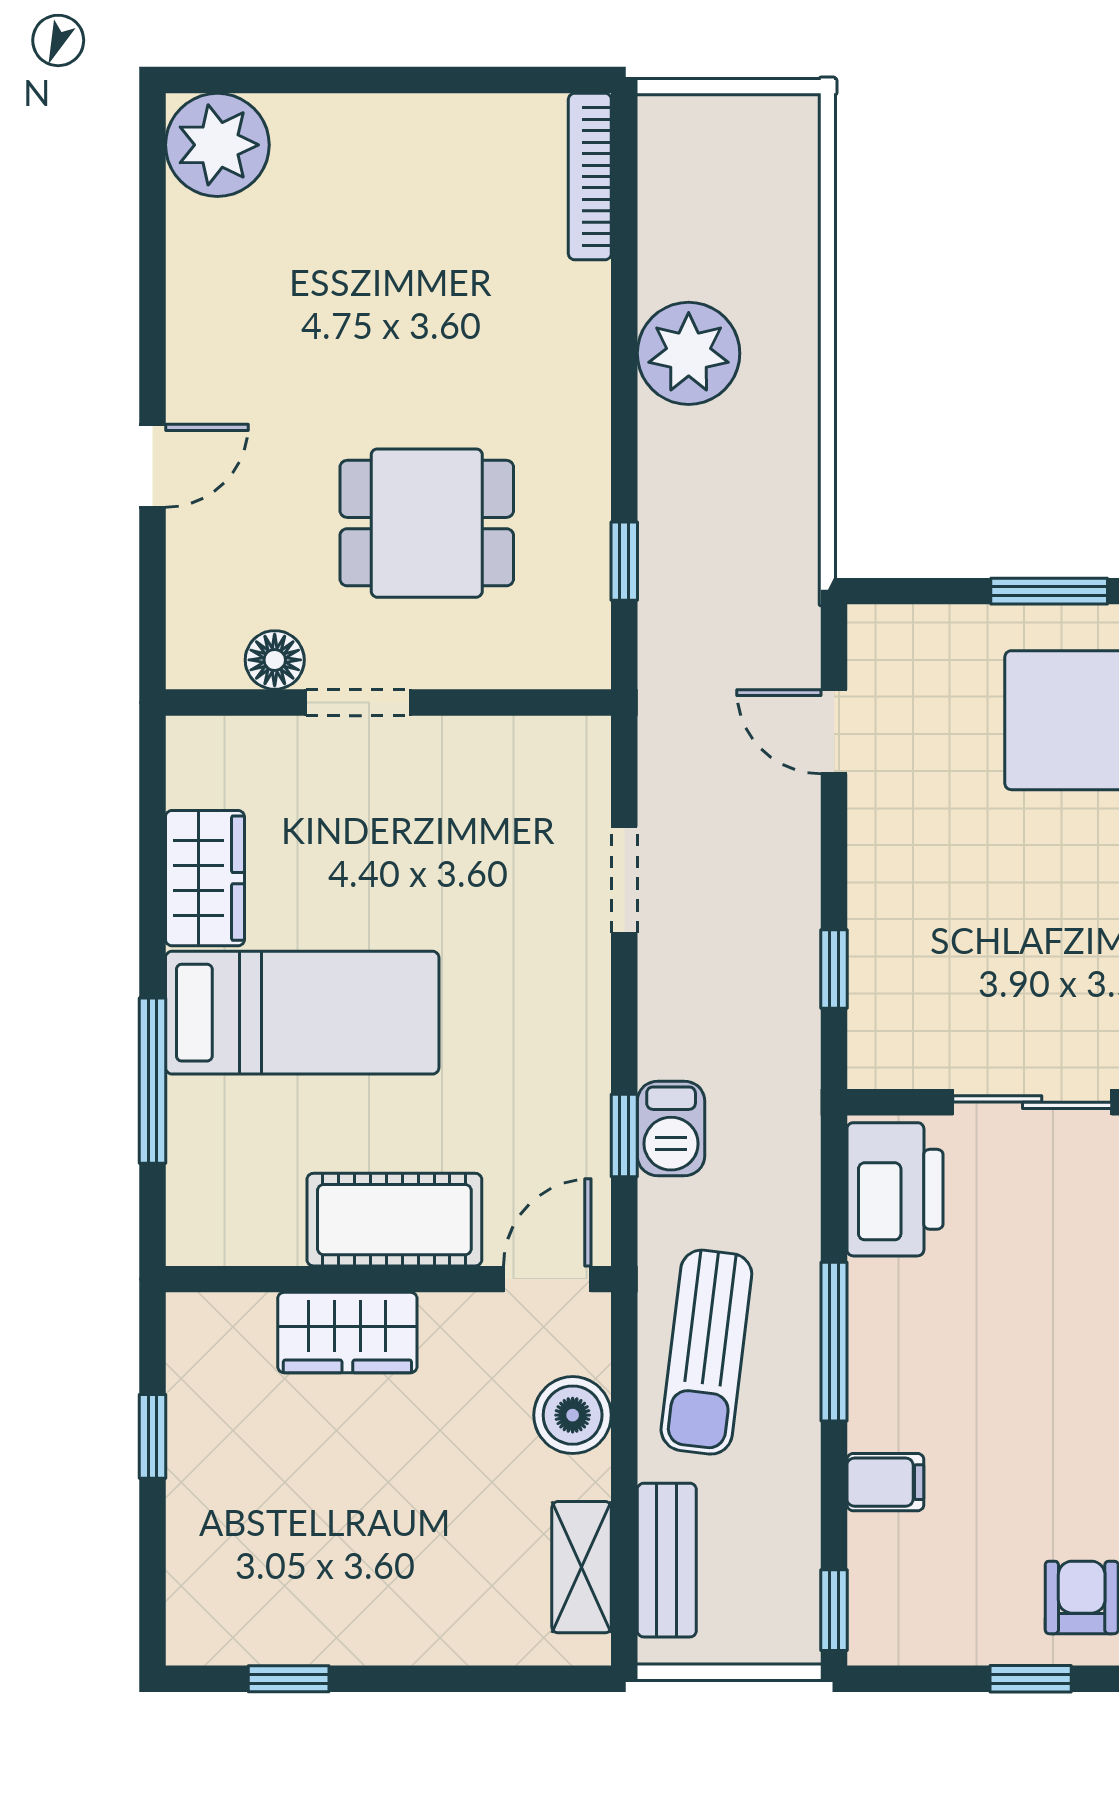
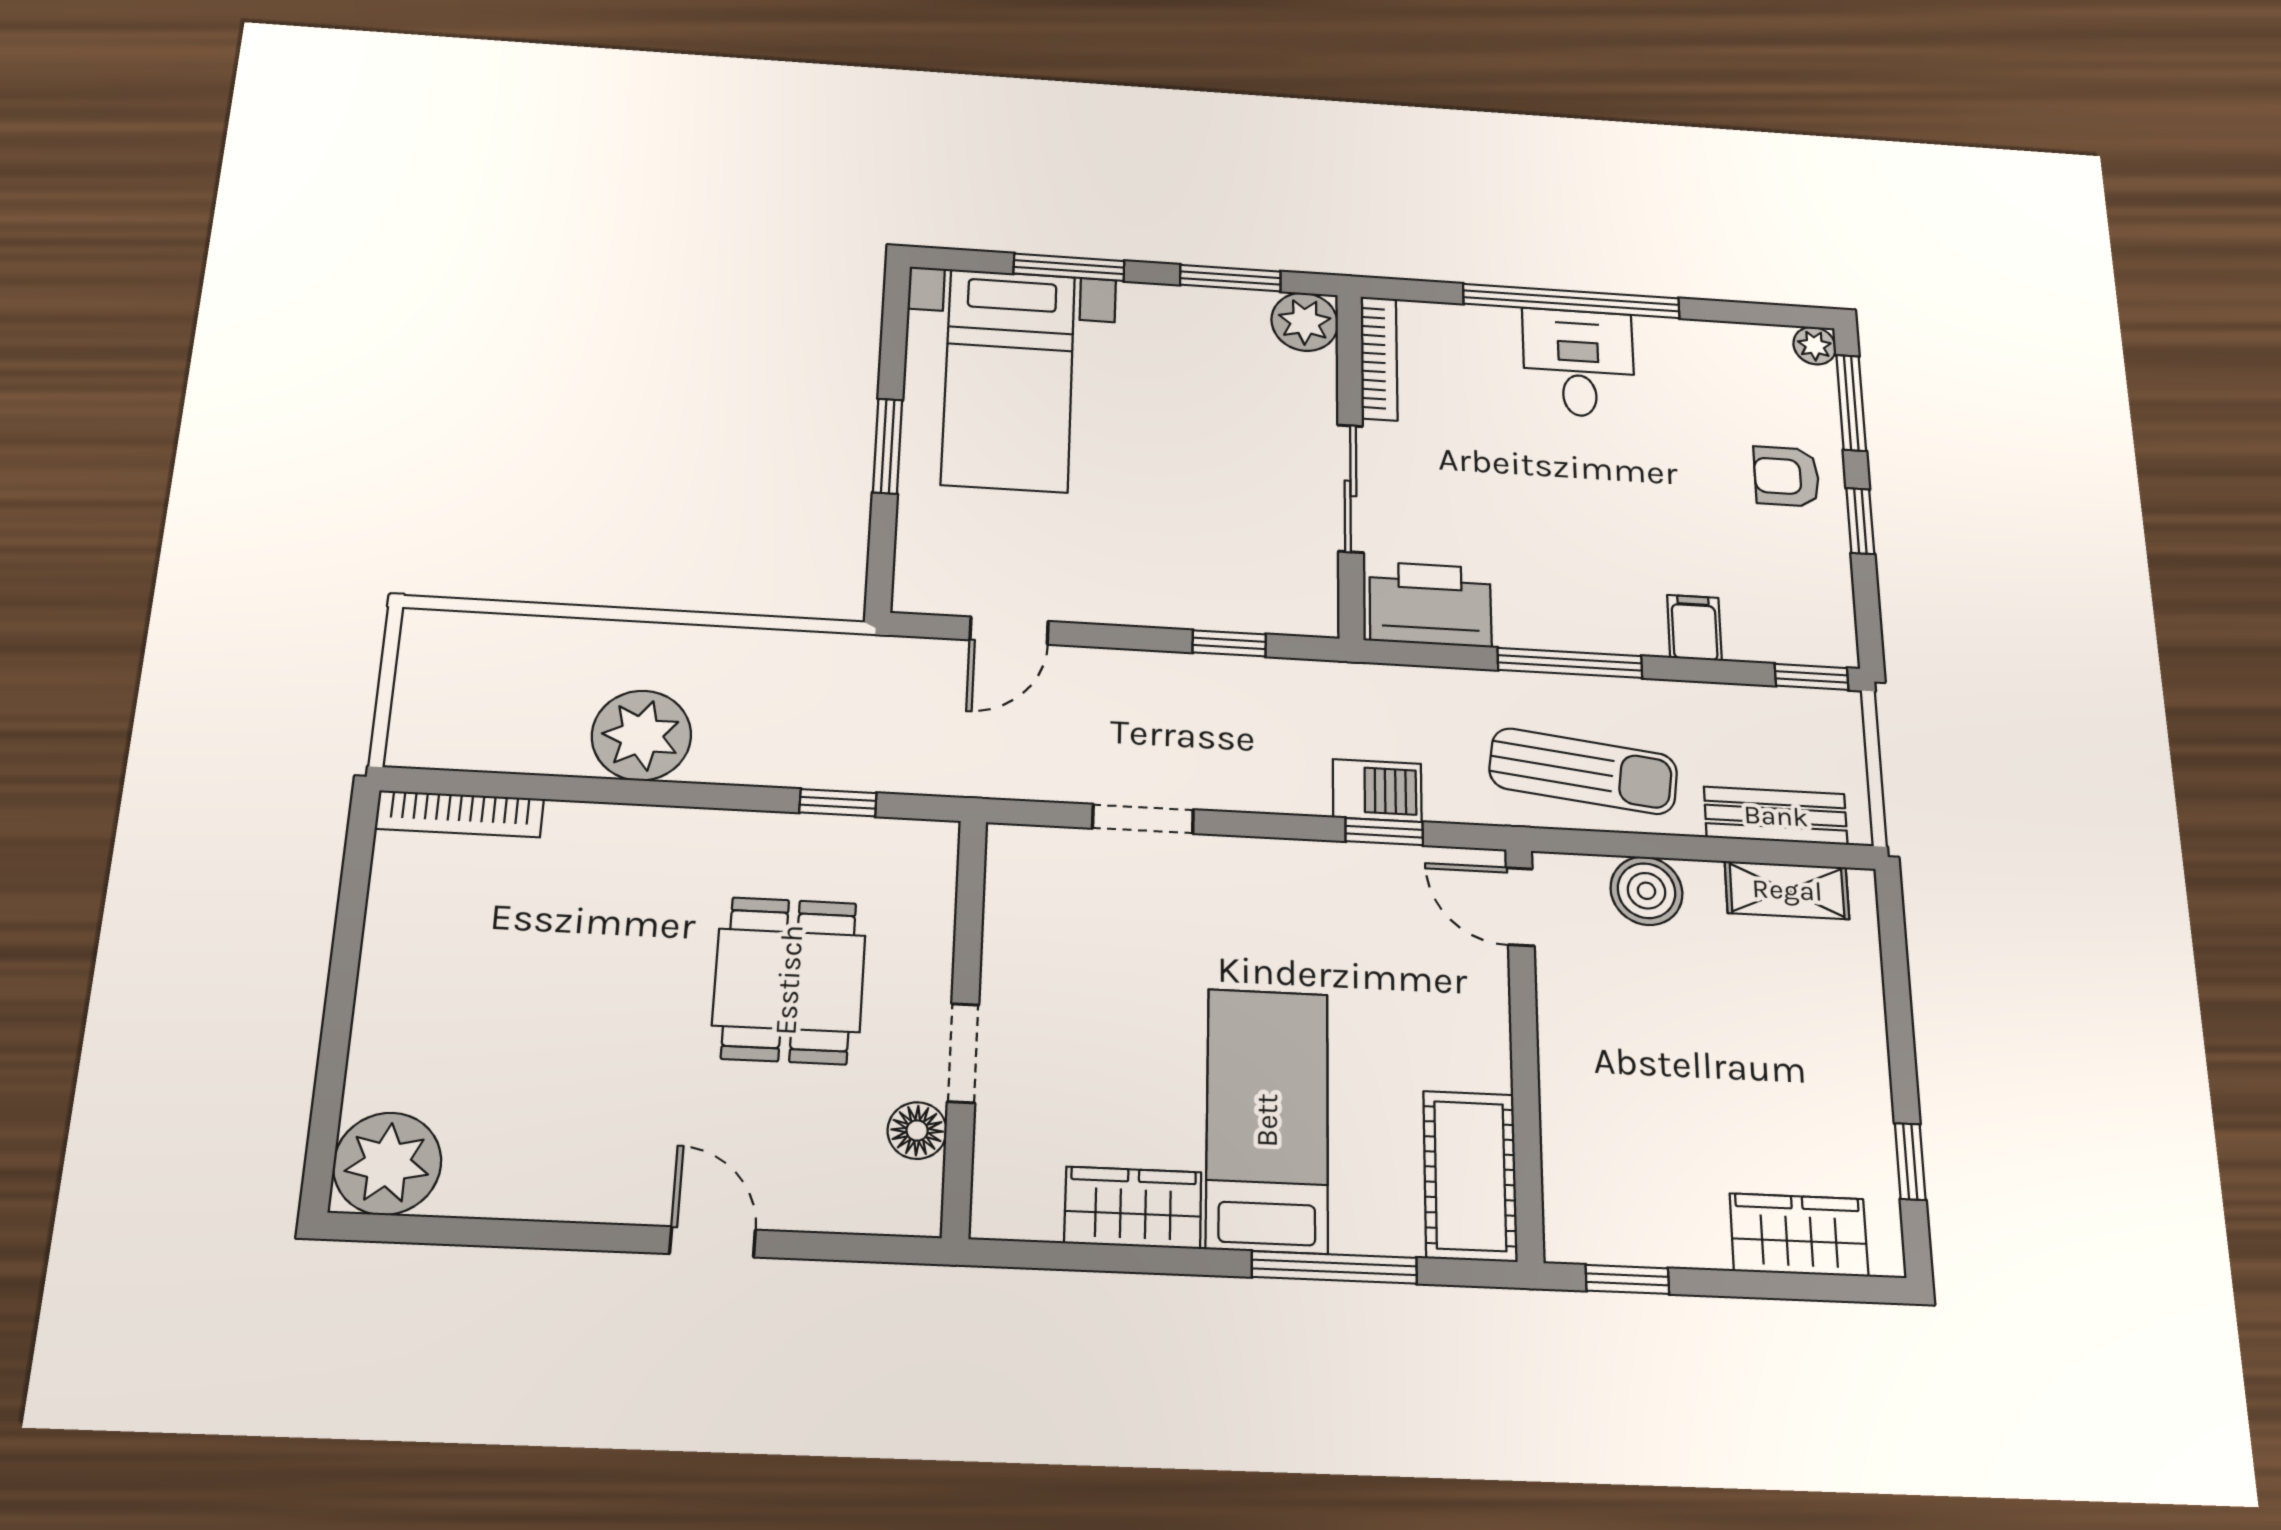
cot: (394, 1220) -> (1470, 1176), moved
wardrobe: (347, 1333) -> (1799, 1235), moved, turned -90
window: (153, 1436) -> (1627, 1279), moved

